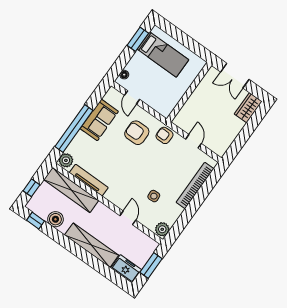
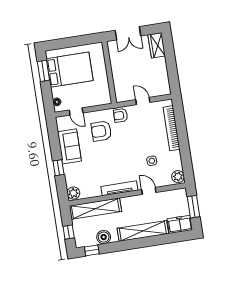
bed: (163, 54) -> (70, 70), width x1.50
window: (74, 128) -> (59, 168), width x0.32
tv unit: (89, 180) -> (119, 188), moved

